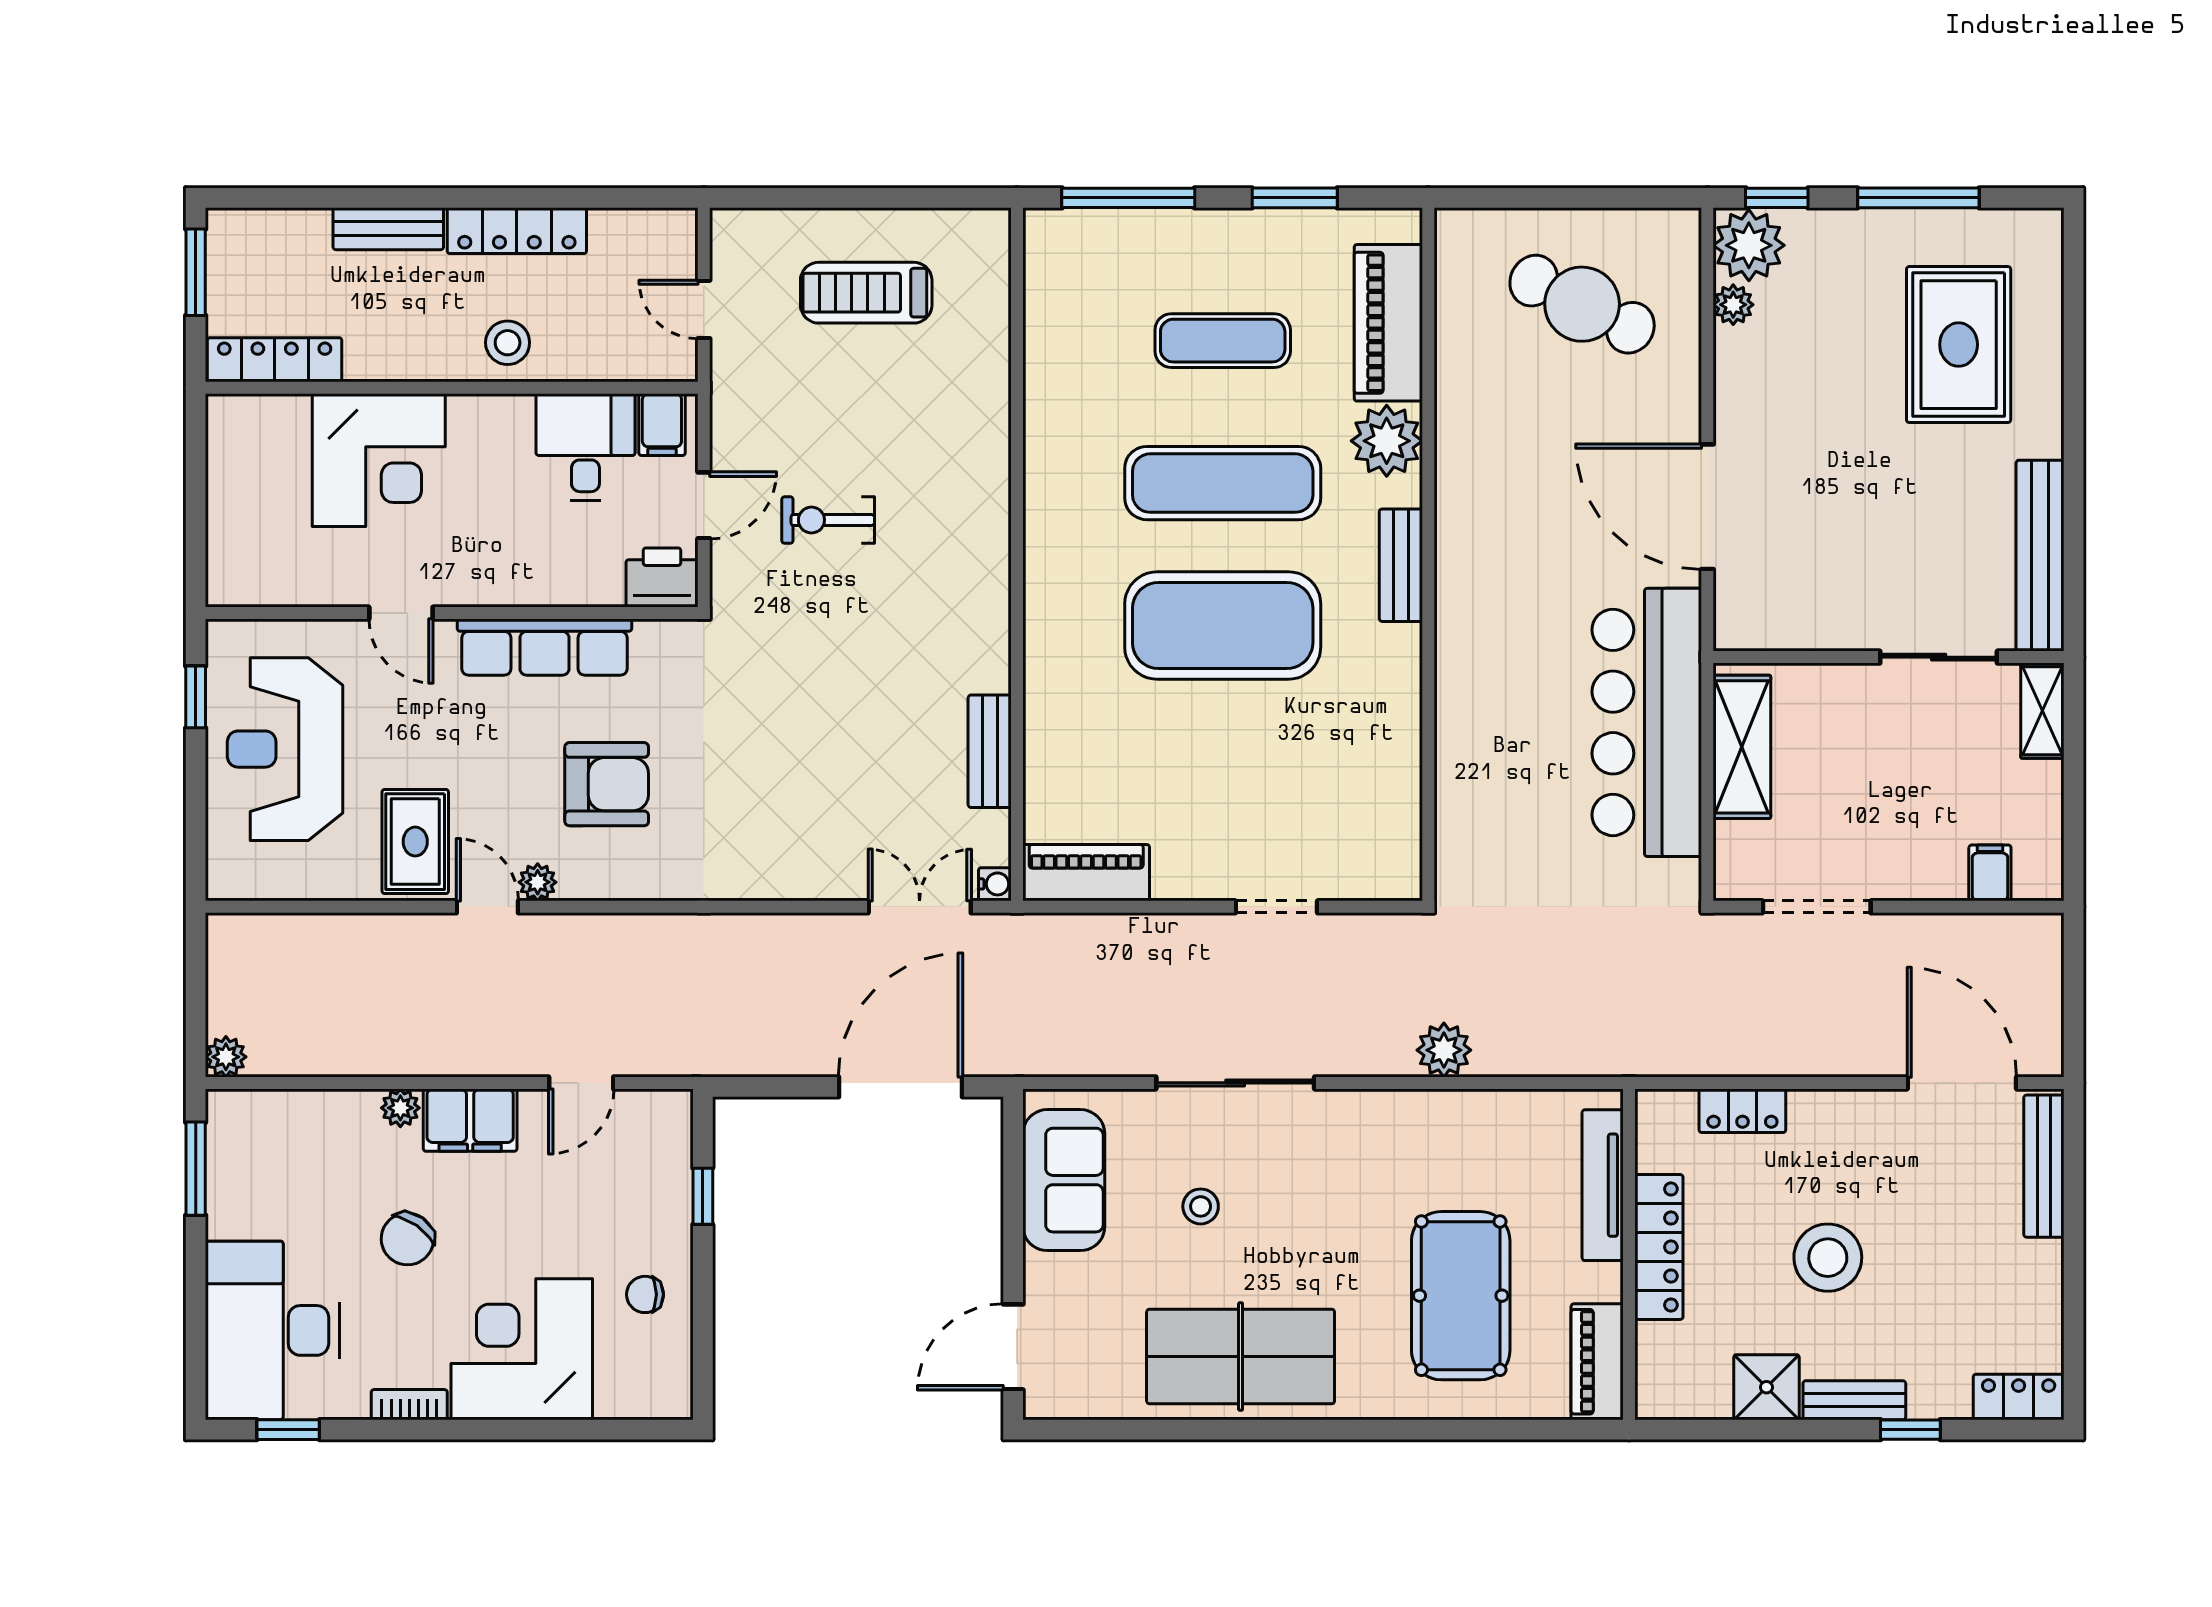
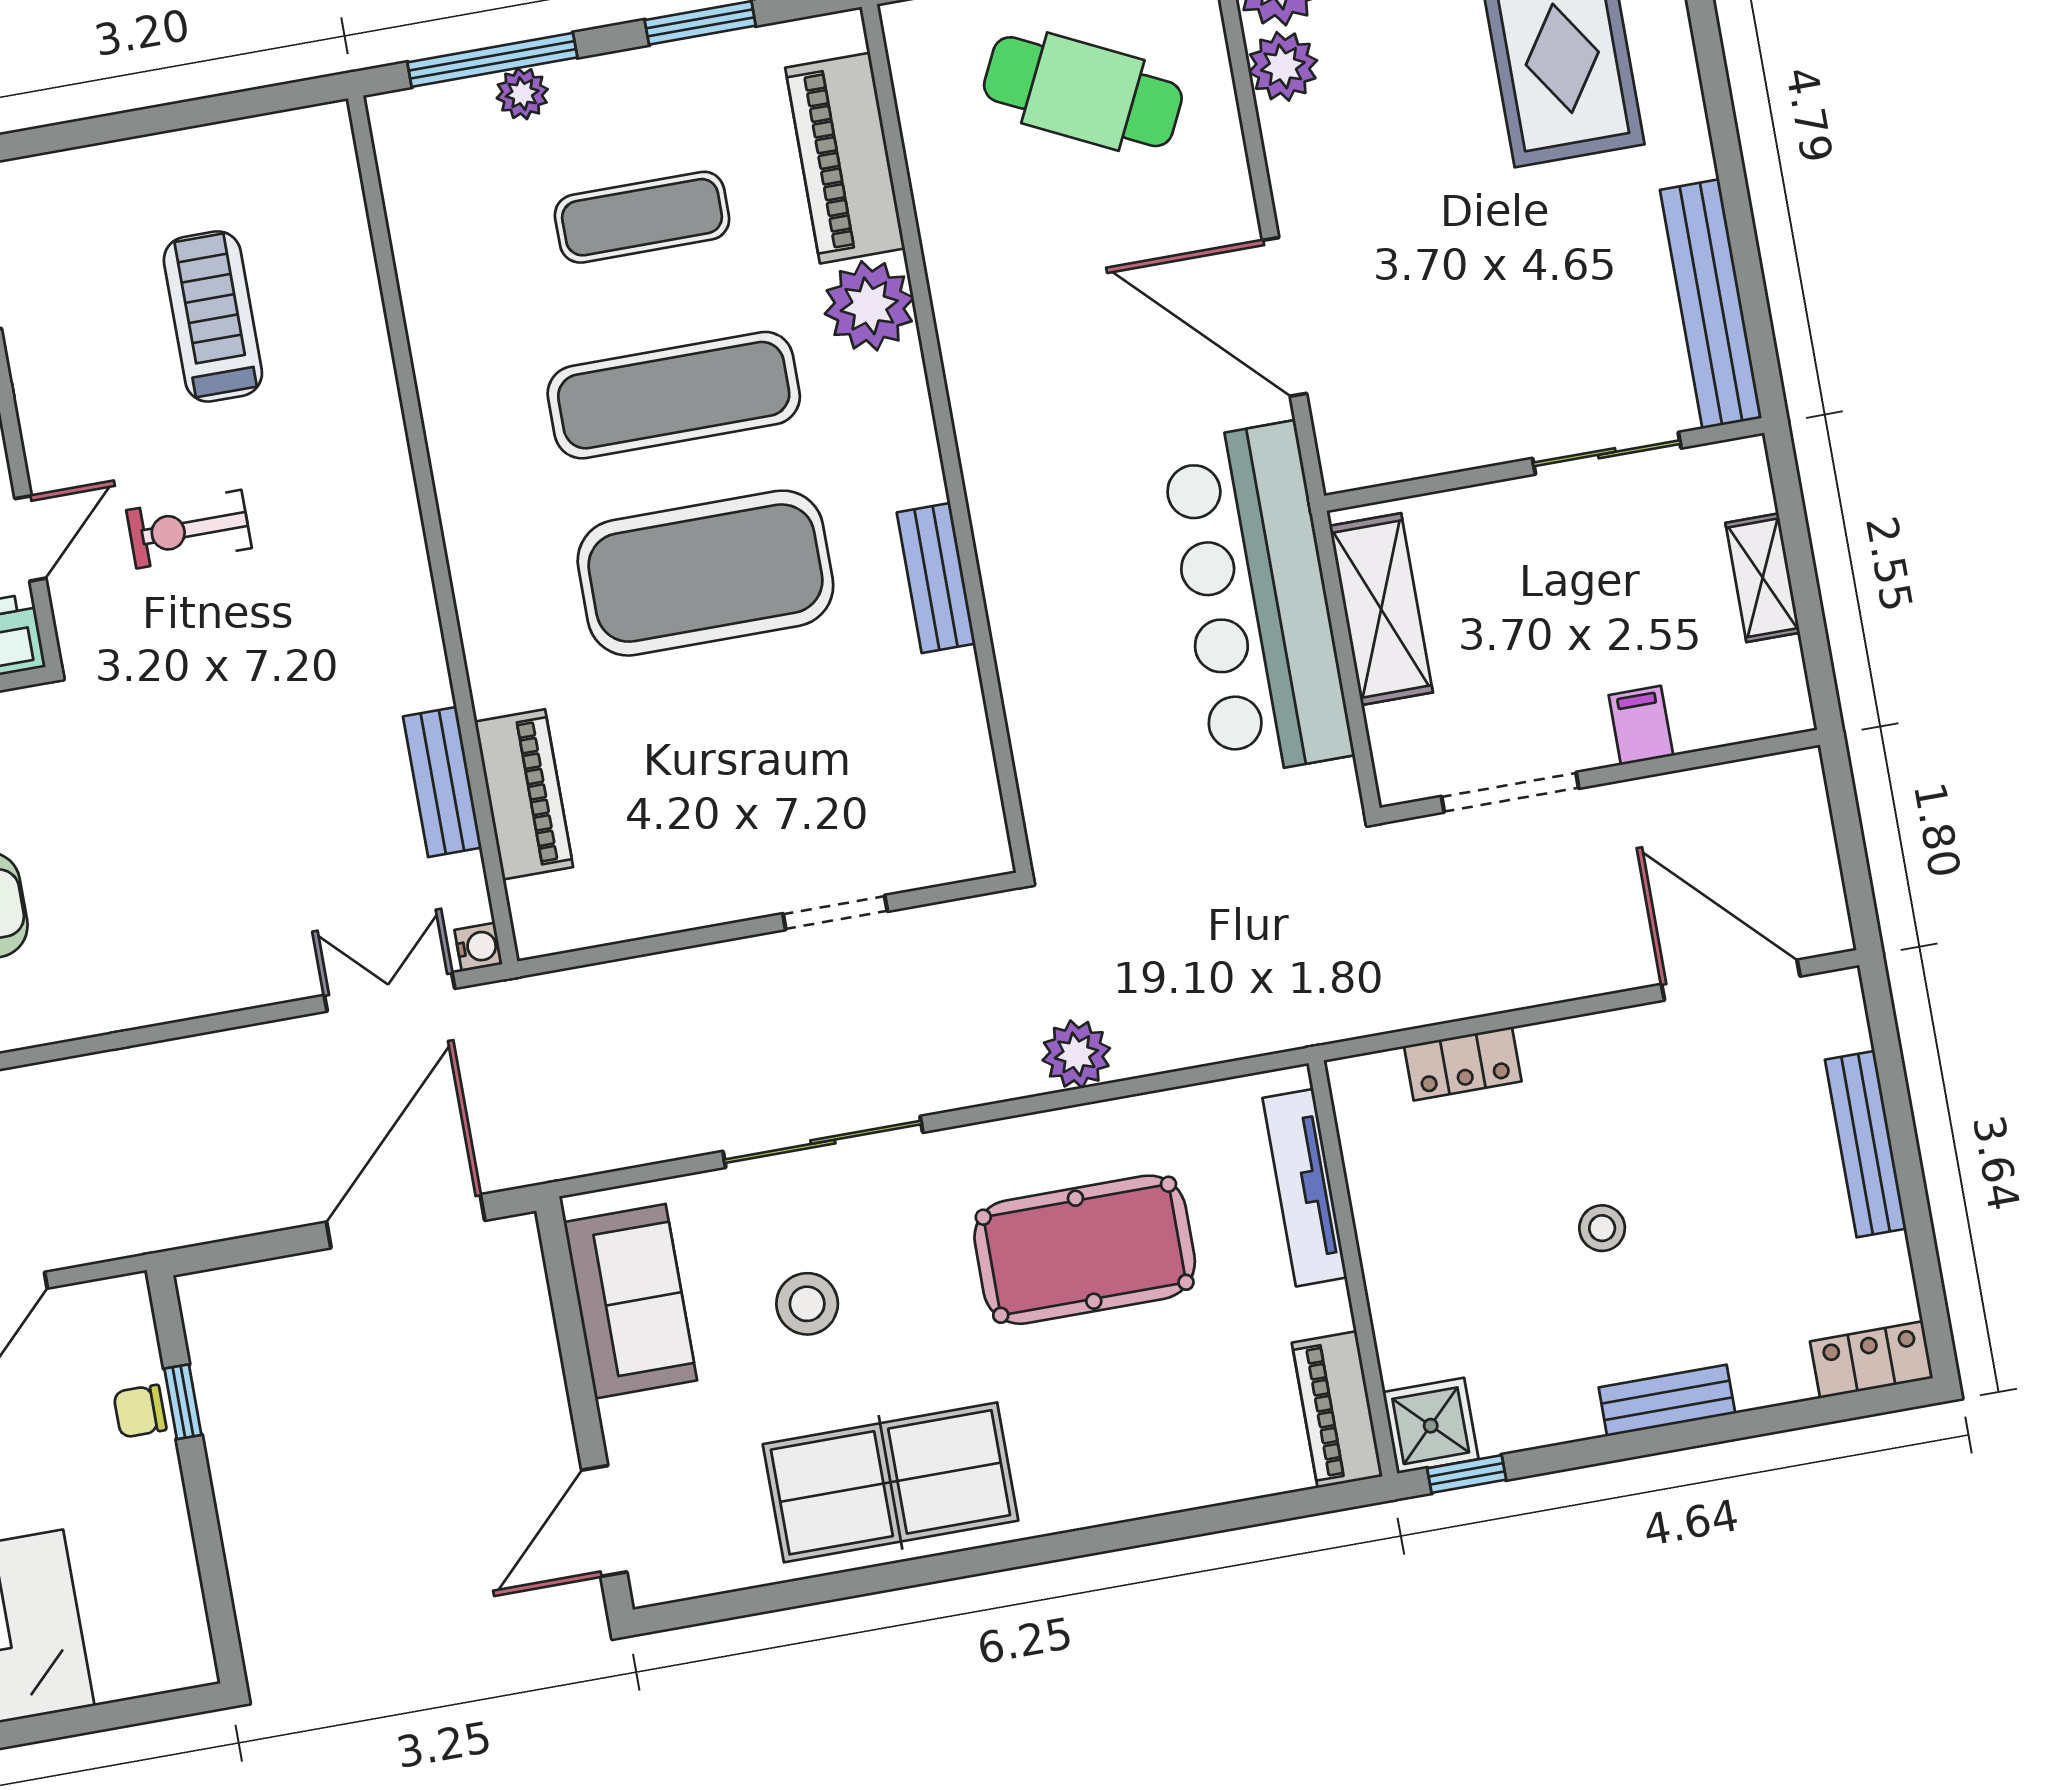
plant: (1147, 228) -> (522, 94), added
treadmill: (866, 293) -> (213, 316), moved, turned 90
plant: (1733, 305) -> (1283, 66), width x1.38, depth x1.38
bench: (1401, 565) -> (936, 578), moved
shelving: (2042, 711) -> (1763, 578), moved
piano: (1086, 873) -> (524, 794), moved, turned 90
filing cabinet: (1990, 873) -> (1641, 725), moved
bench: (2044, 1166) -> (1866, 1144), moved
stool: (1201, 1206) -> (807, 1304), width x1.37, depth x1.37
locker: (1659, 1247) -> (1389, 1252), removed
stool: (1828, 1258) -> (1602, 1228), width x0.53, depth x0.53
chair: (645, 1294) -> (140, 1411), moved
pool table: (1461, 1296) -> (1085, 1250), moved, turned 90
shower: (1766, 1387) -> (1431, 1426), moved
window: (1910, 1430) -> (1467, 1474), moved

